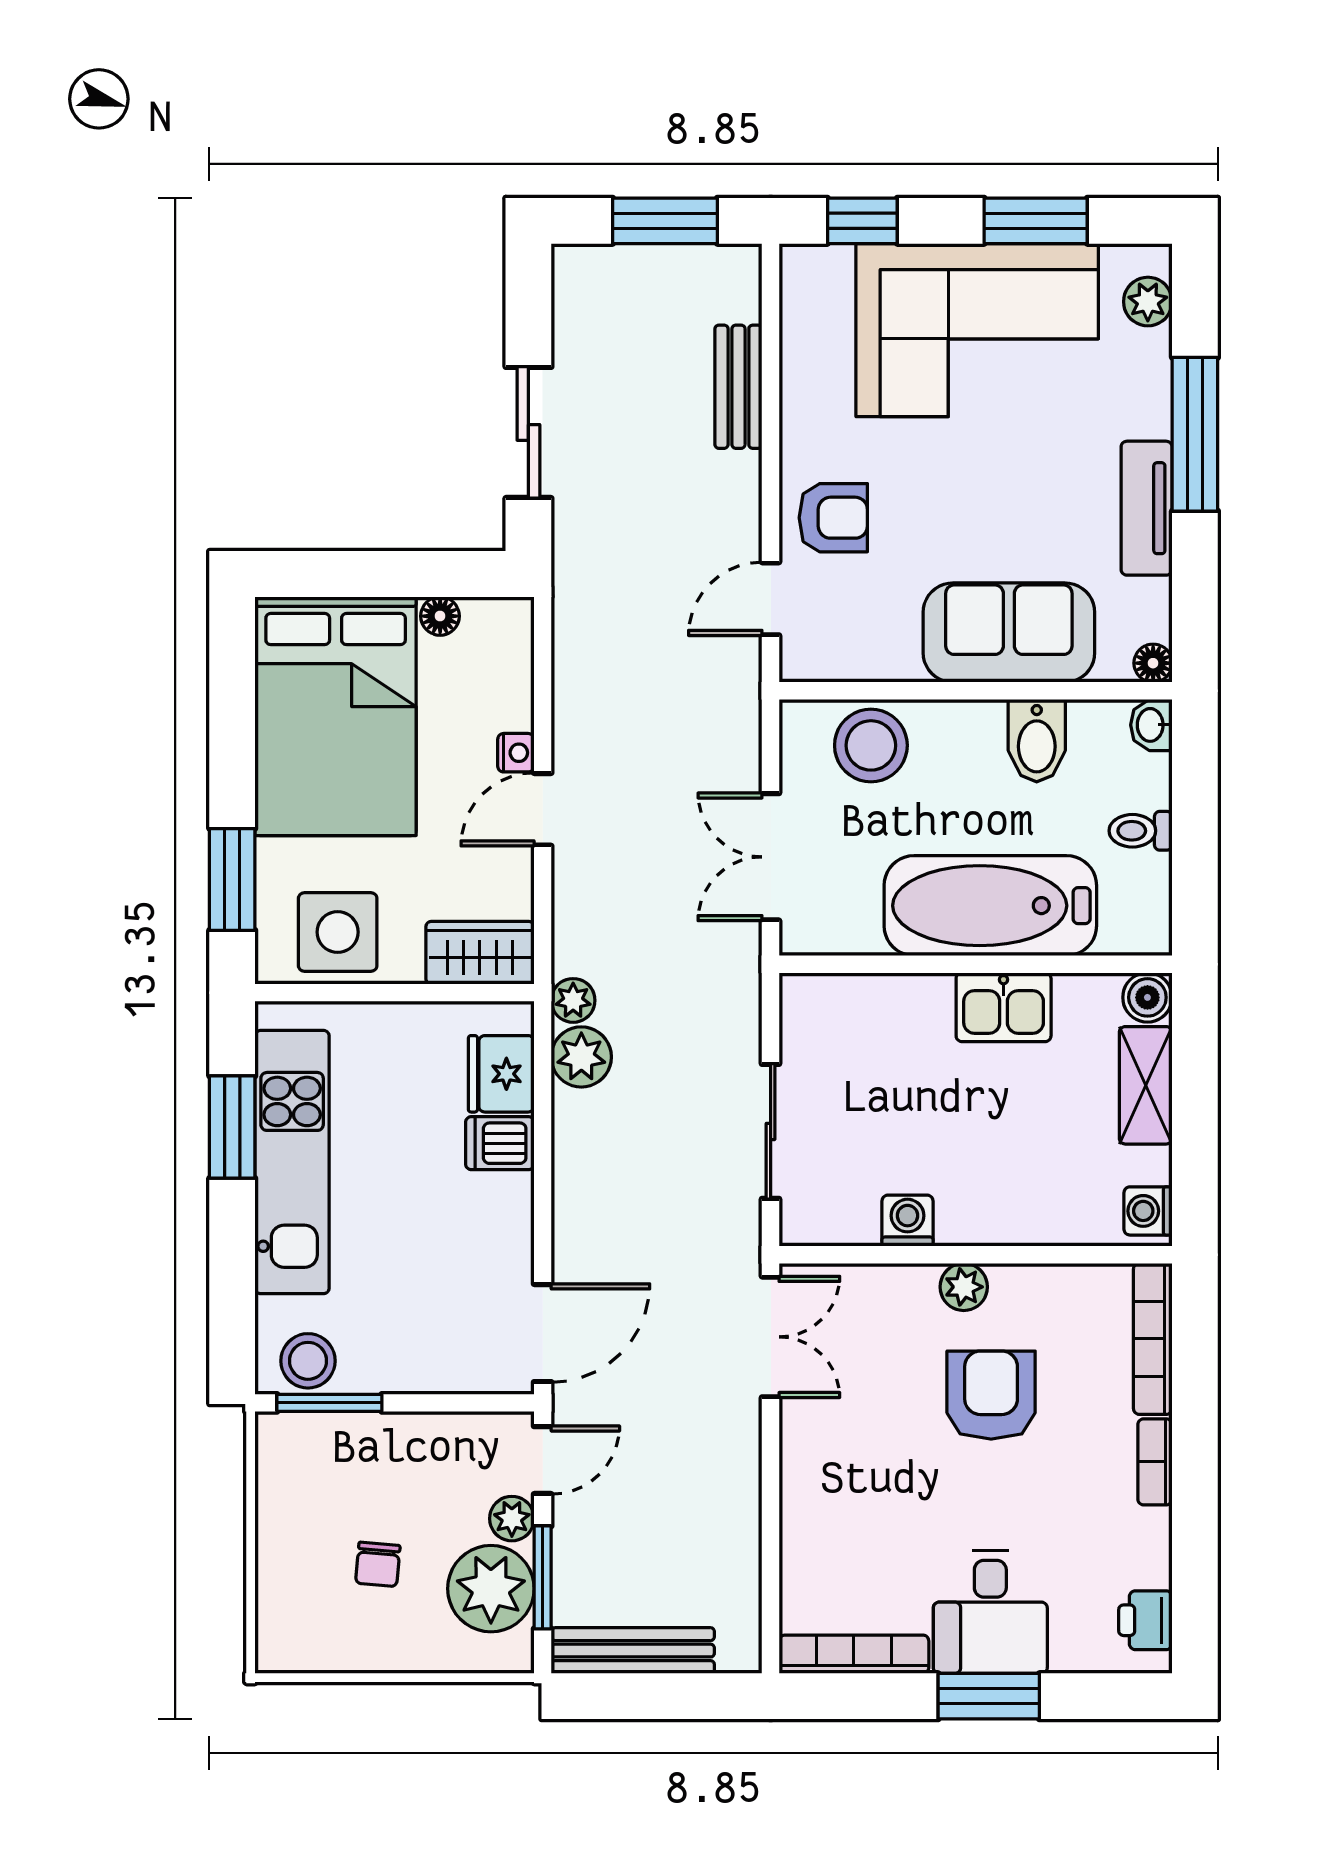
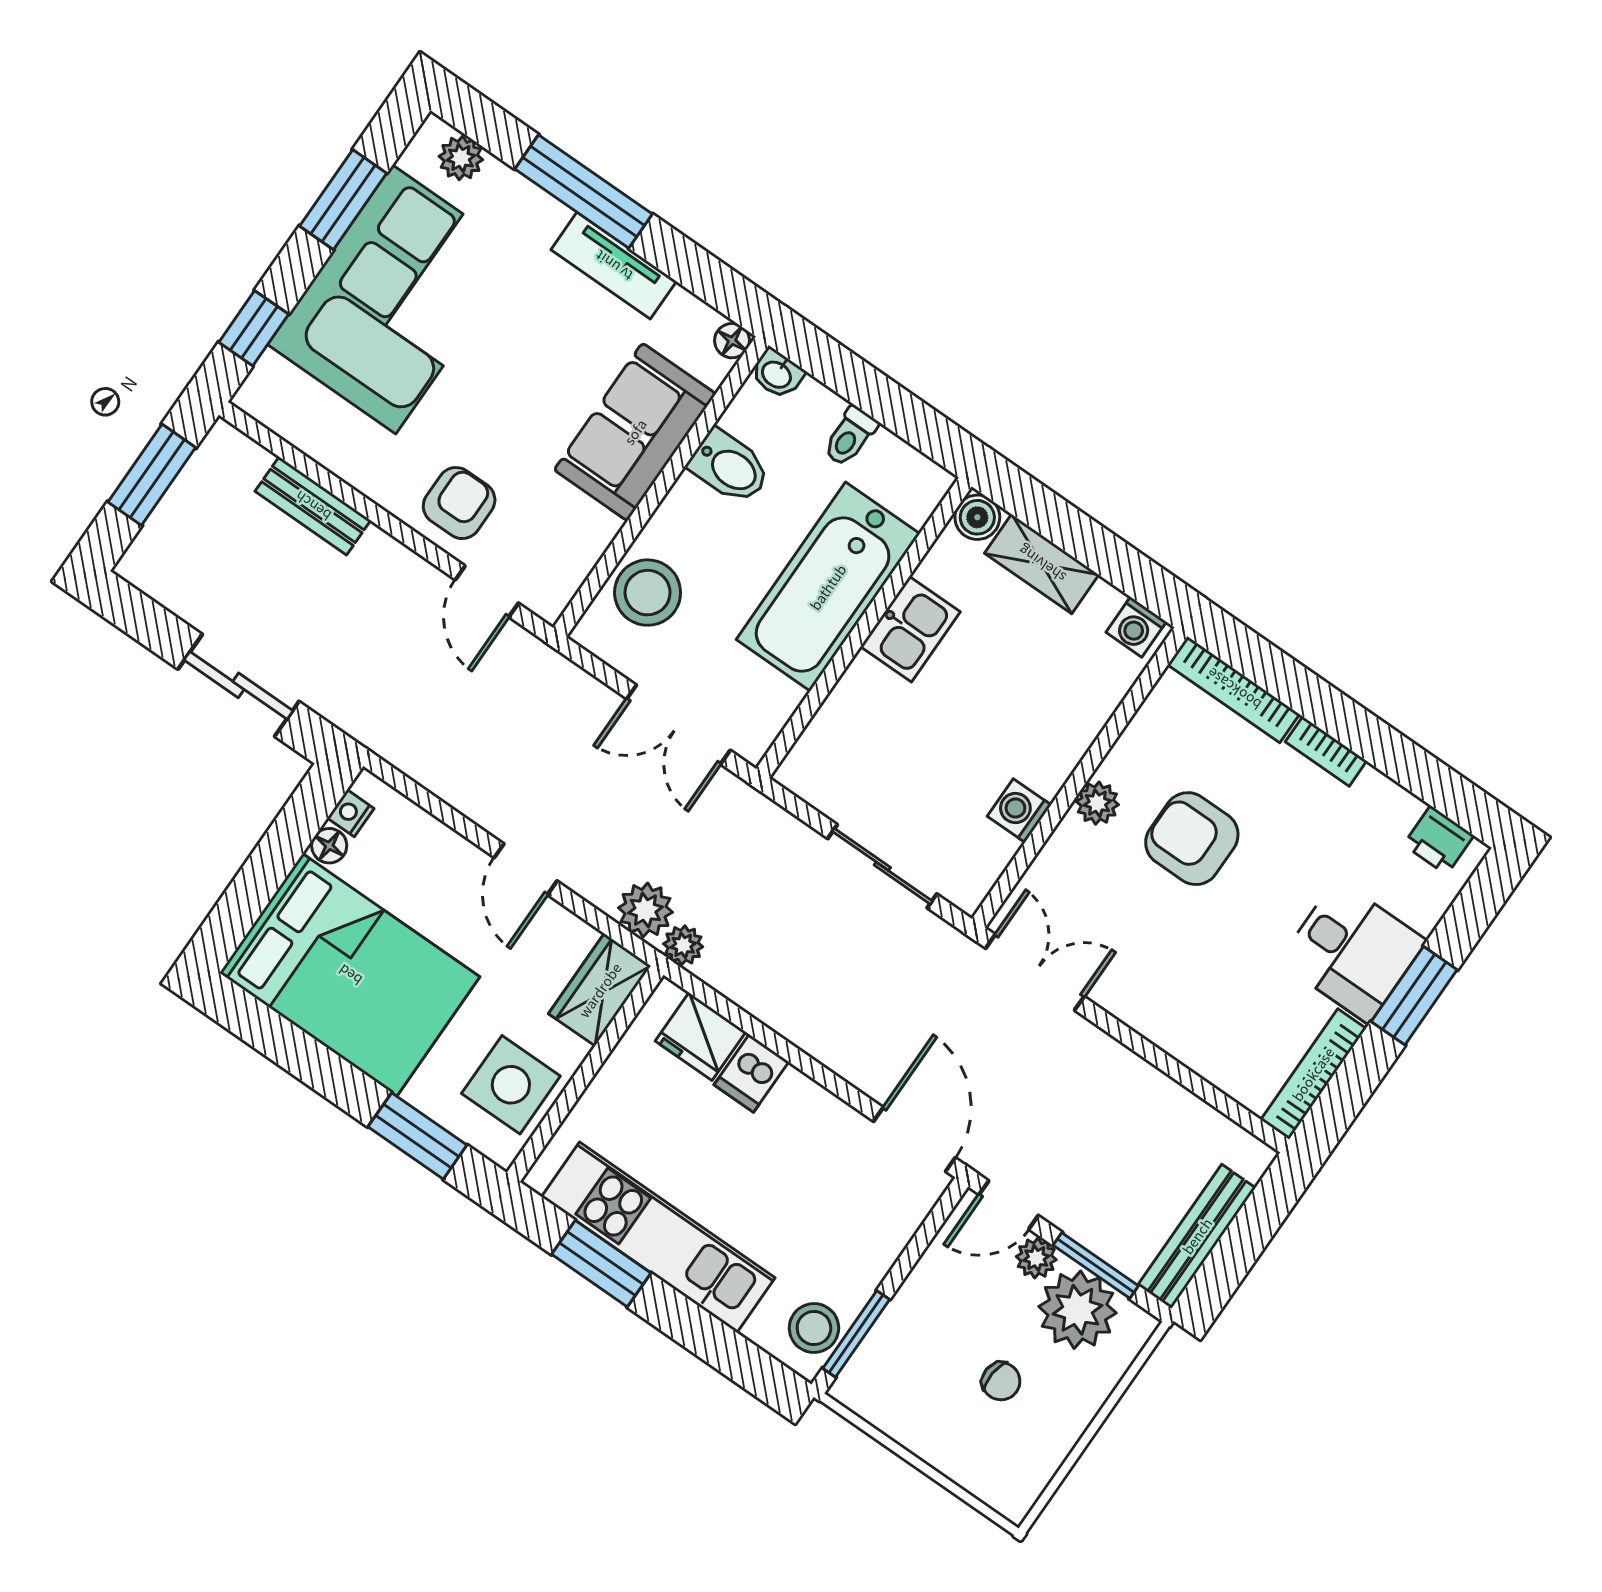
nightstand: (516, 753) -> (351, 813), moved, turned -90
plant: (581, 1057) -> (645, 910), moved
door: (543, 1460) -> (1009, 1205), swing flipped

